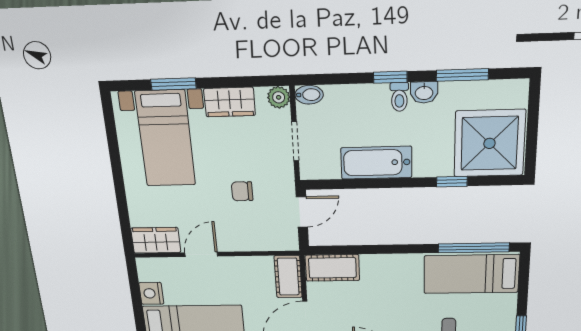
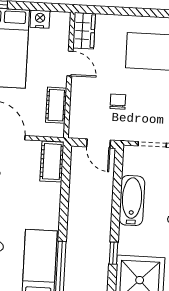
cot: (288, 277) -> (56, 105), moved, turned 90

